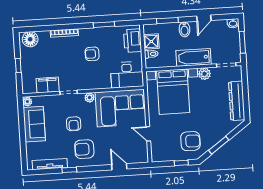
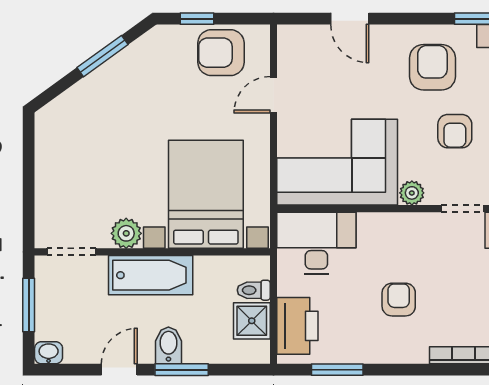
window: (167, 21) -> (182, 370), moved
window: (104, 25) -> (337, 370), moved
armchair: (92, 54) -> (399, 300), turned -90
dresser: (237, 101) -> (52, 162), removed
armchair: (74, 124) -> (455, 131), turned 180
door: (148, 134) -> (273, 95), swing flipped
armchair: (190, 141) -> (221, 53), moved
armchair: (84, 149) -> (432, 67), turned -90

